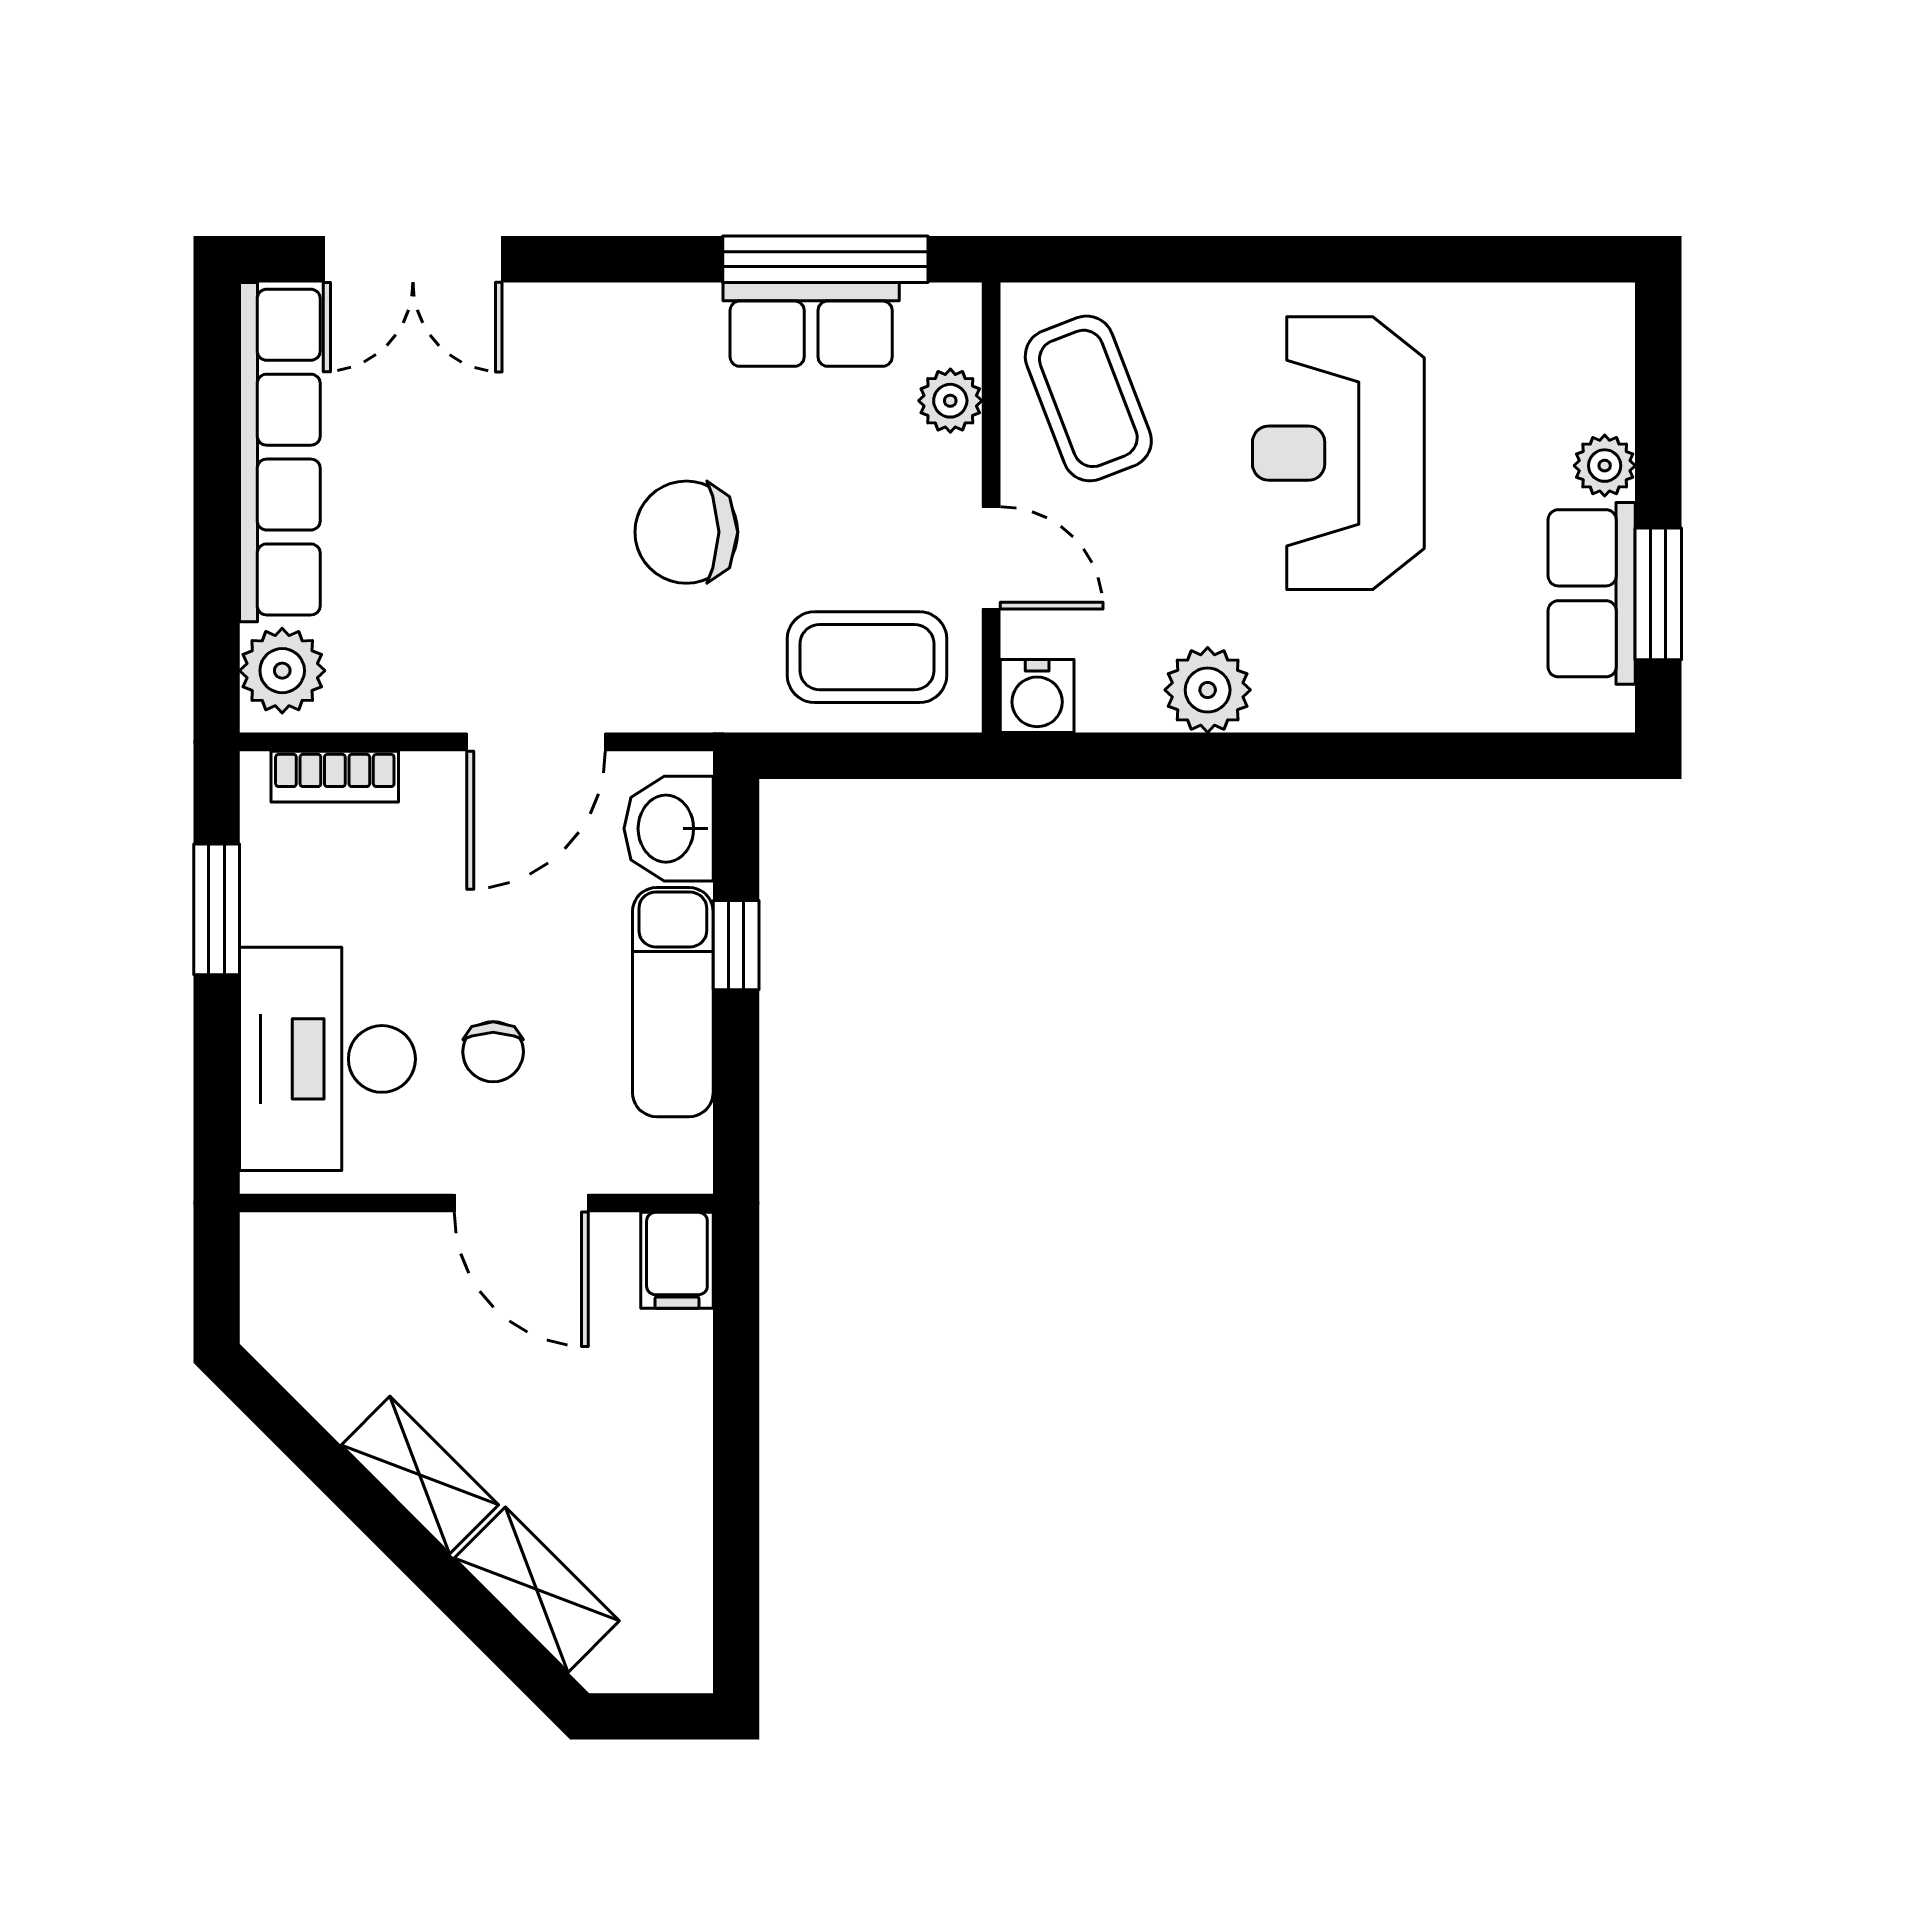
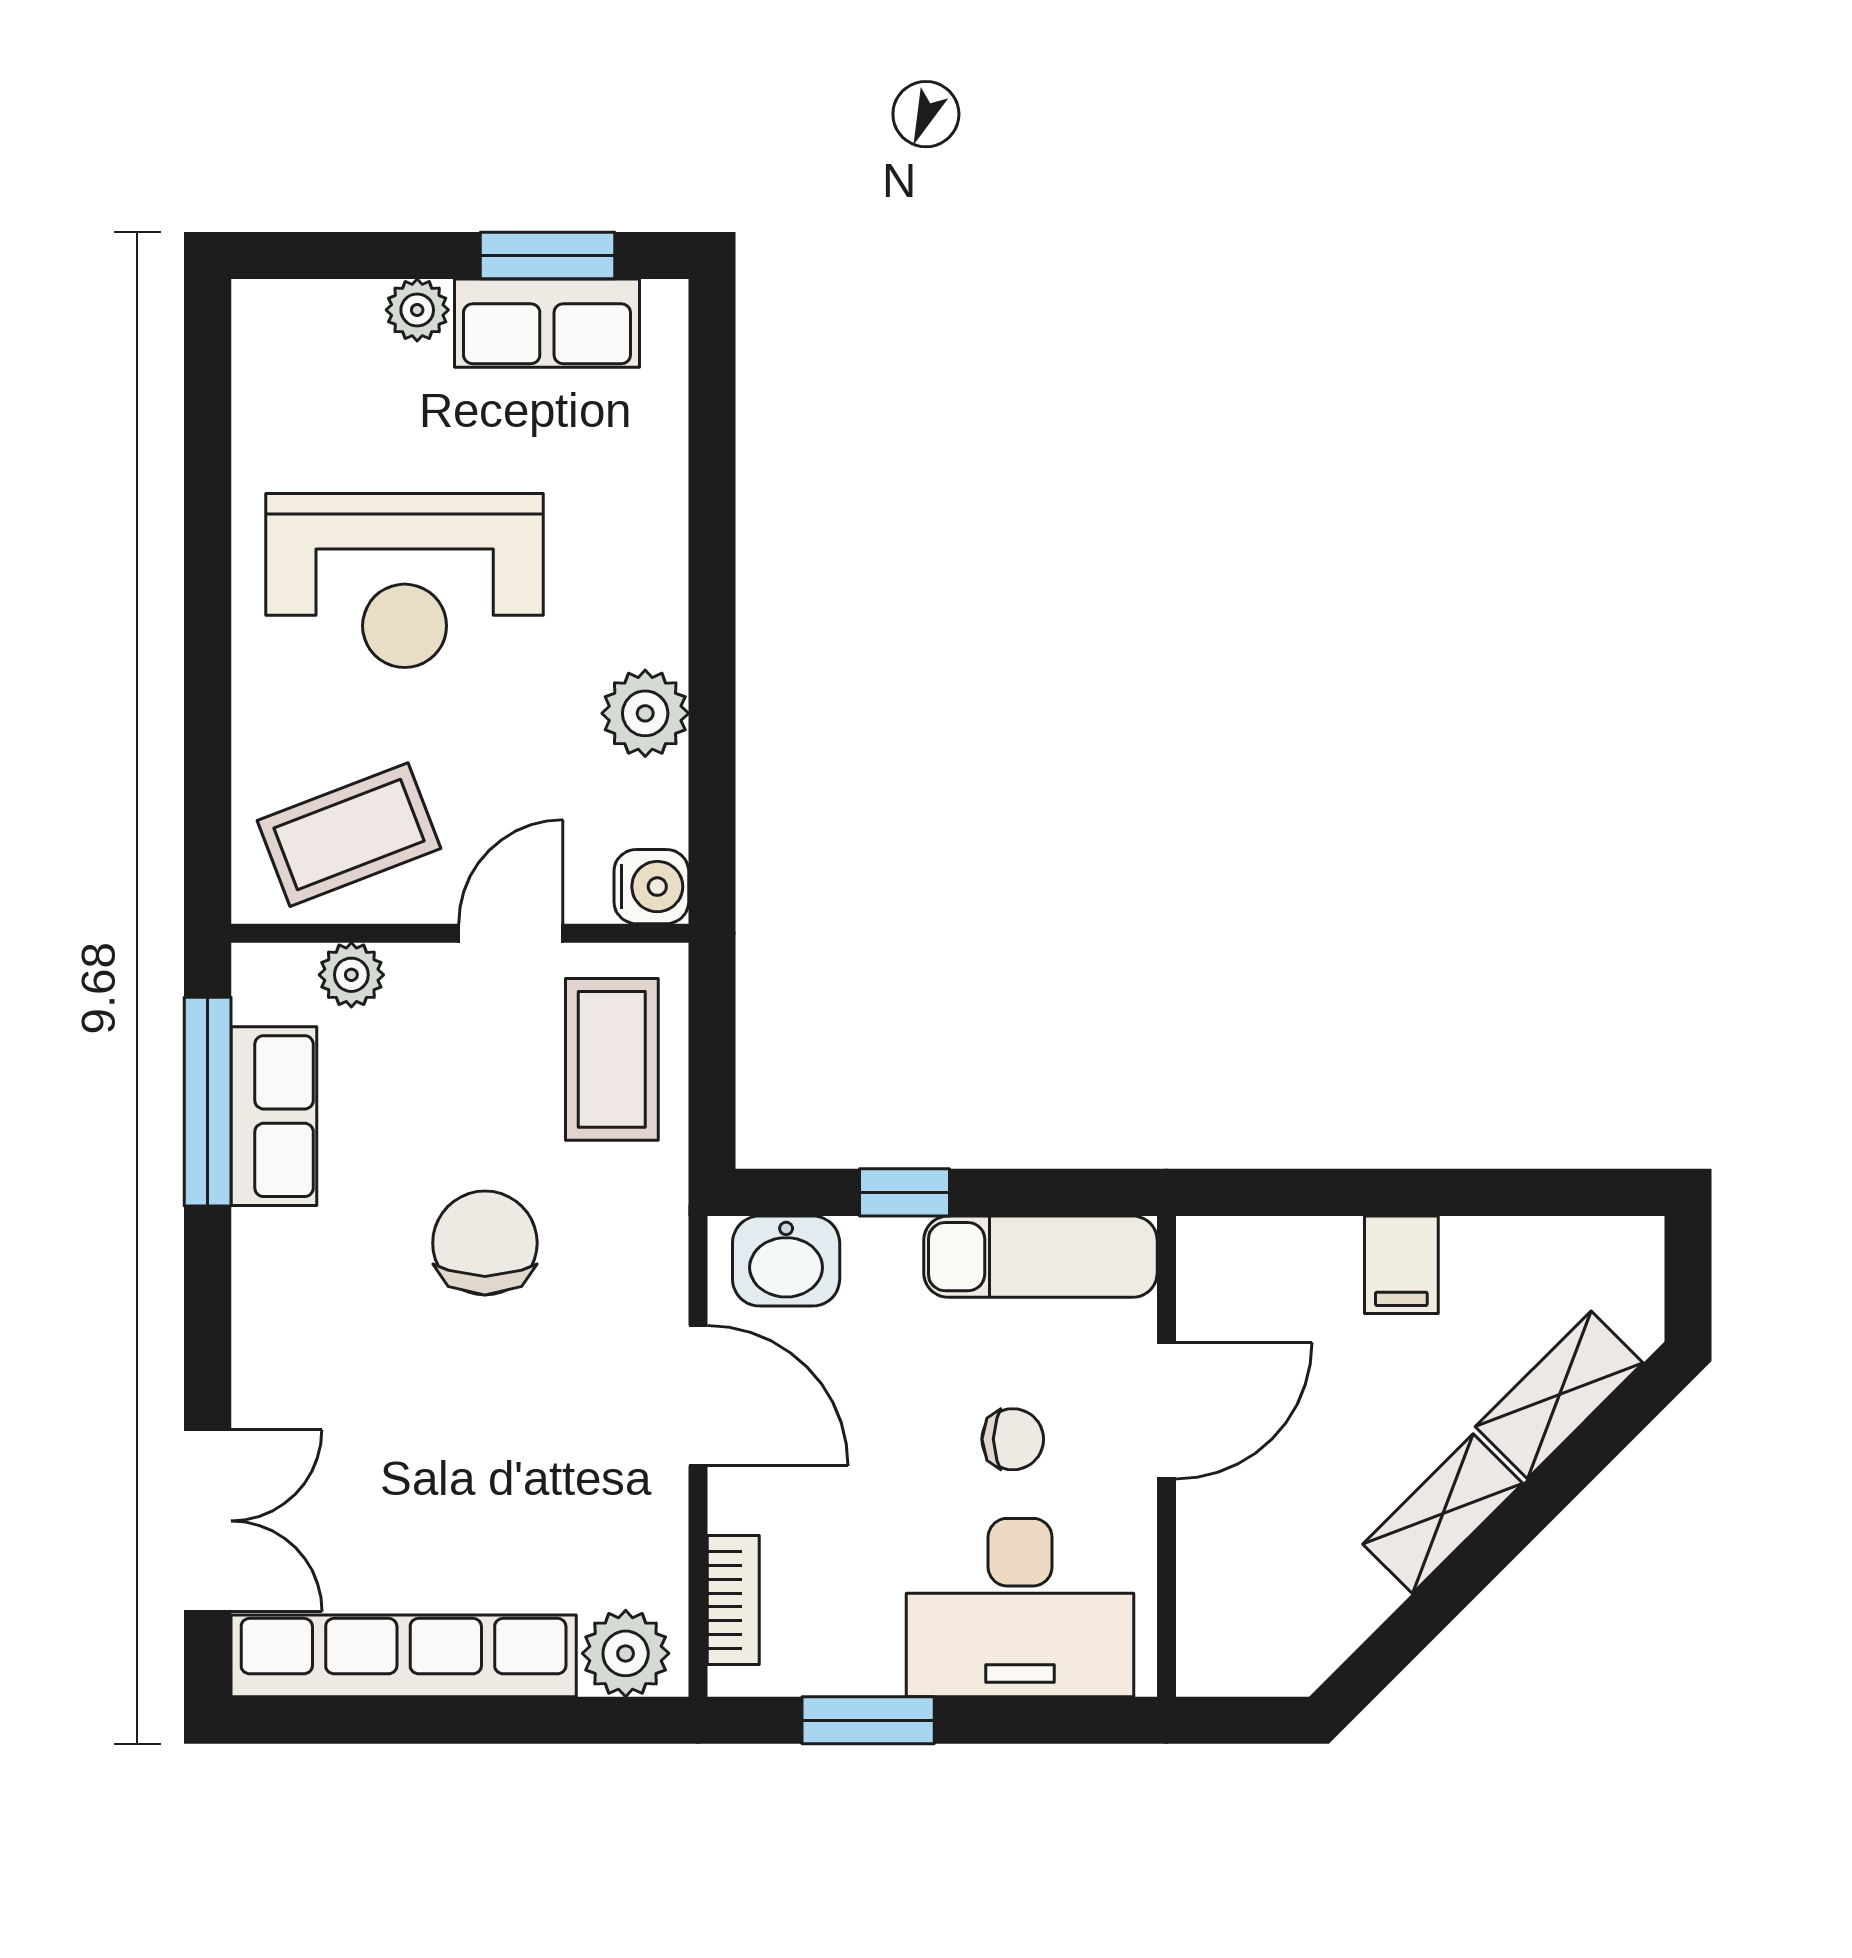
chair: (686, 532) -> (485, 1243), turned 180
exam couch: (673, 1002) -> (1040, 1257), moved
filing cabinet: (677, 1260) -> (1401, 1265), moved, turned 90

